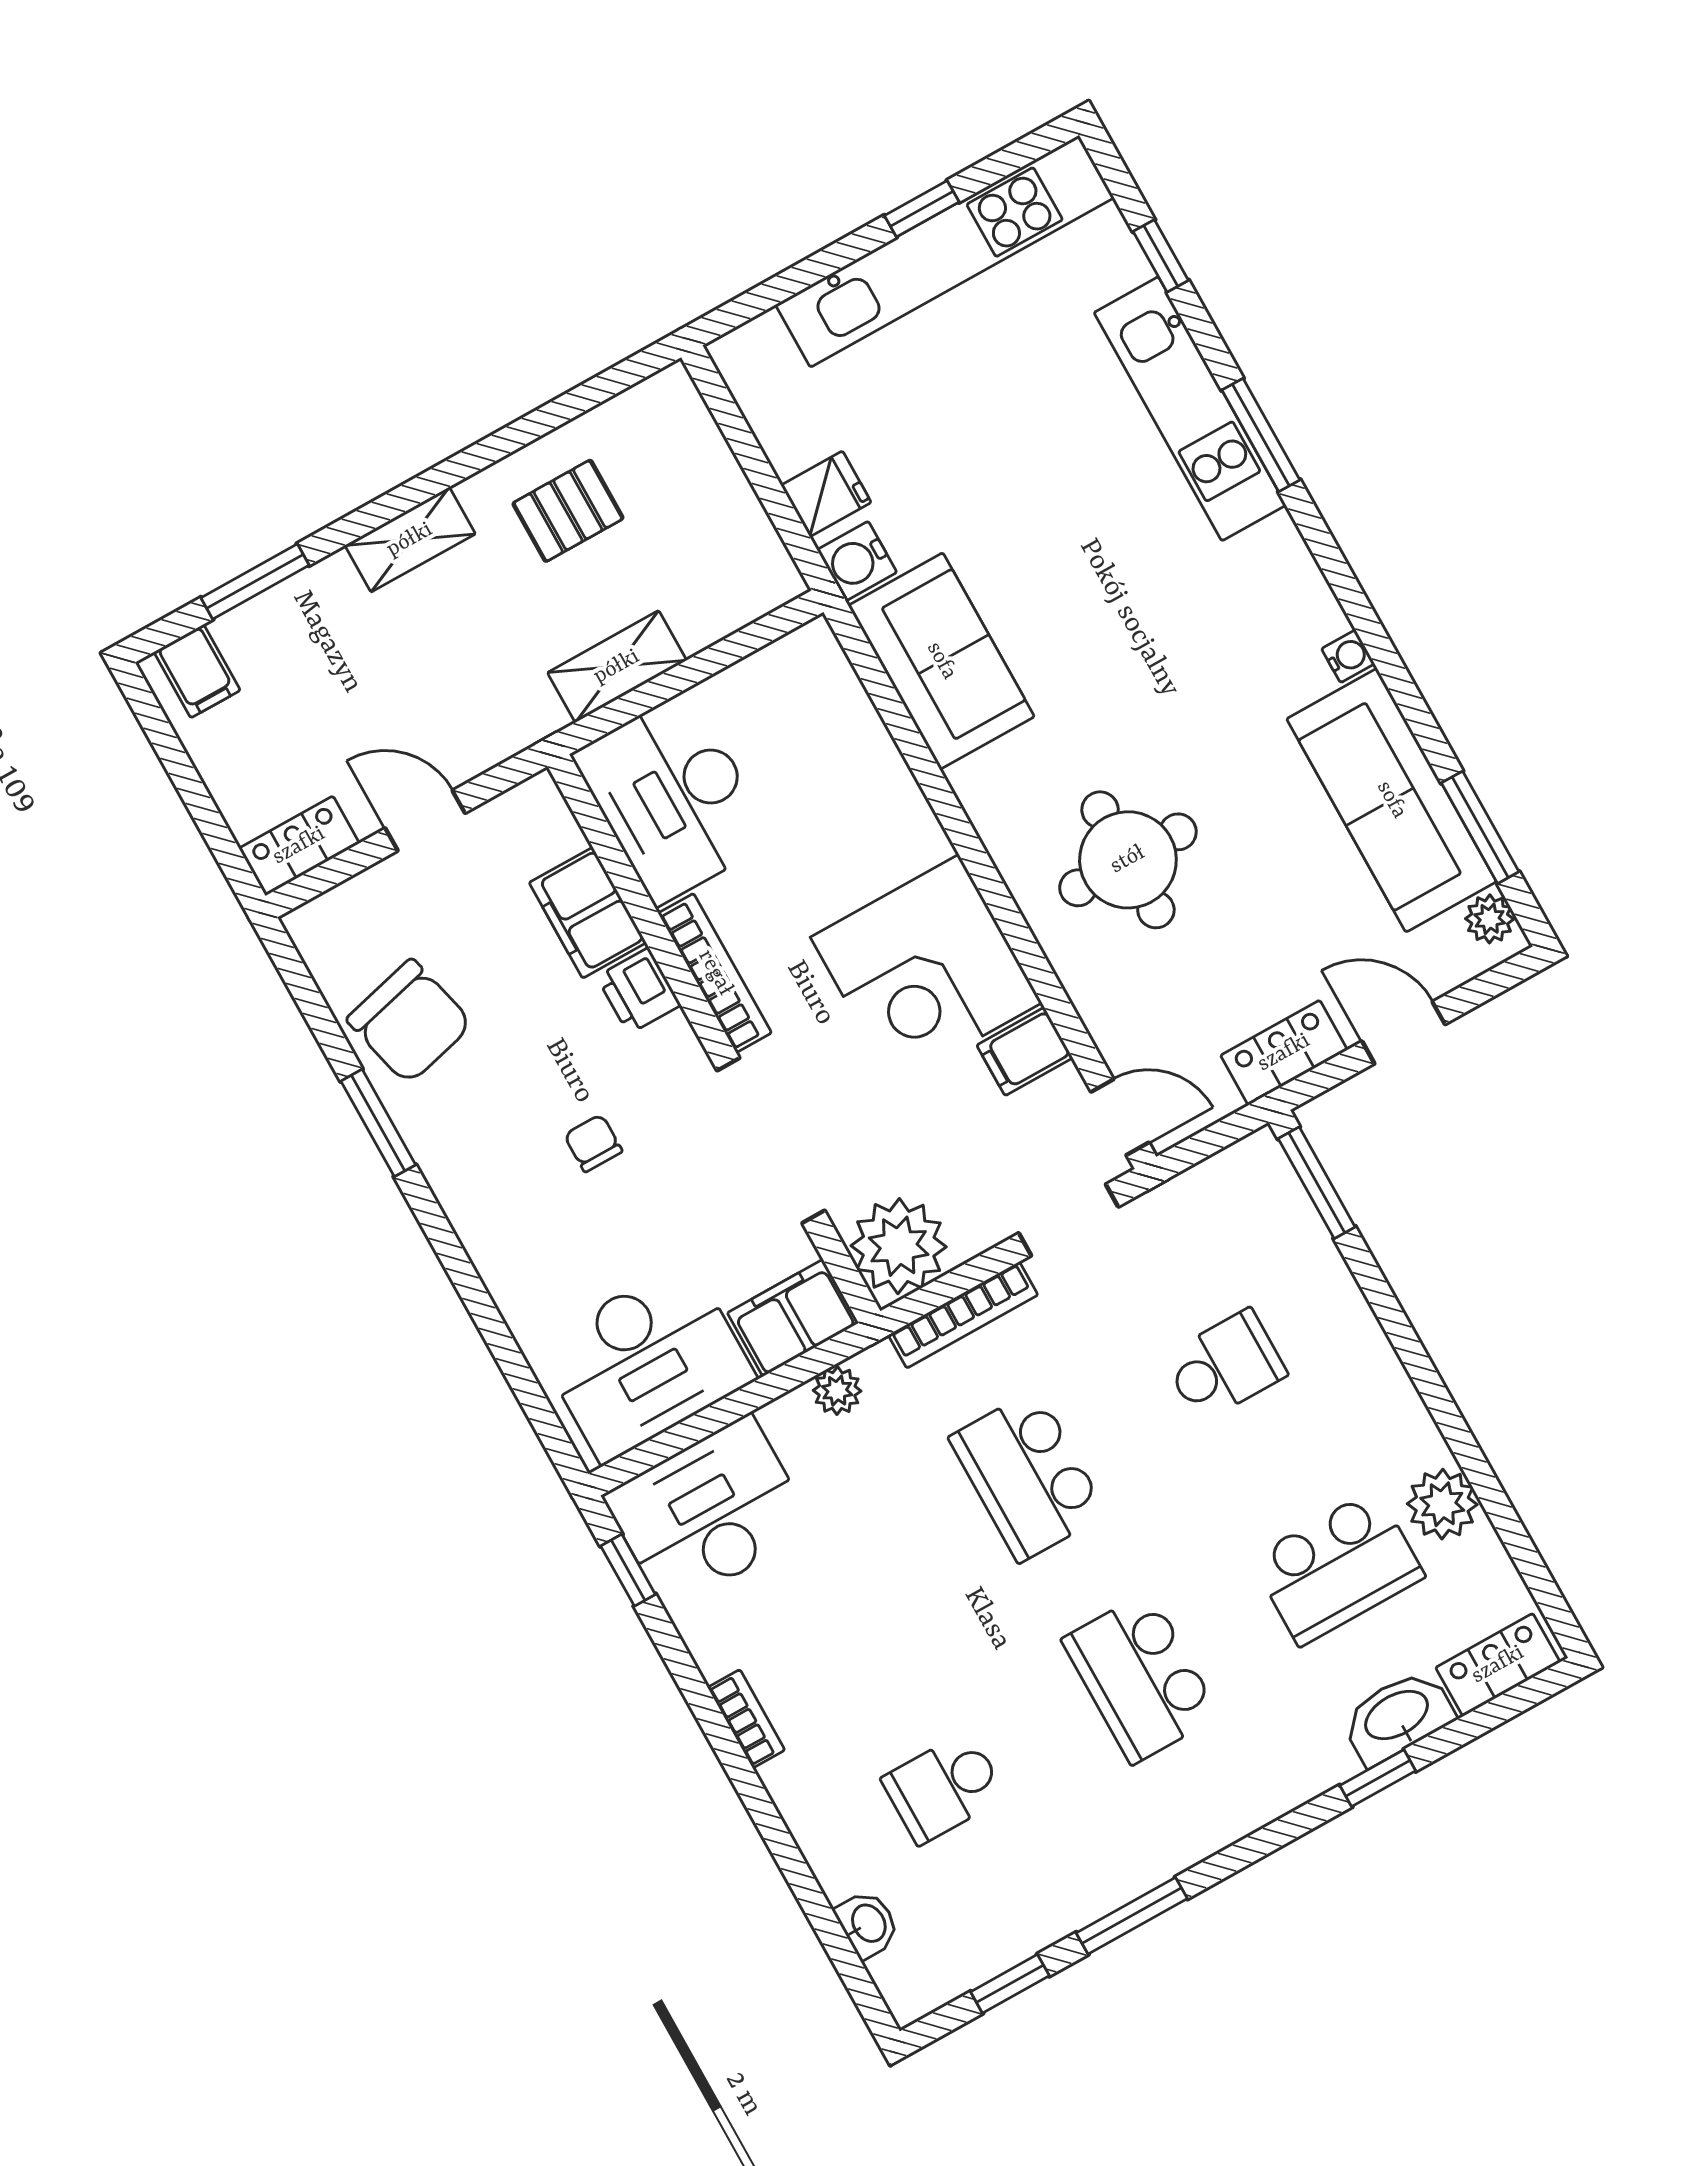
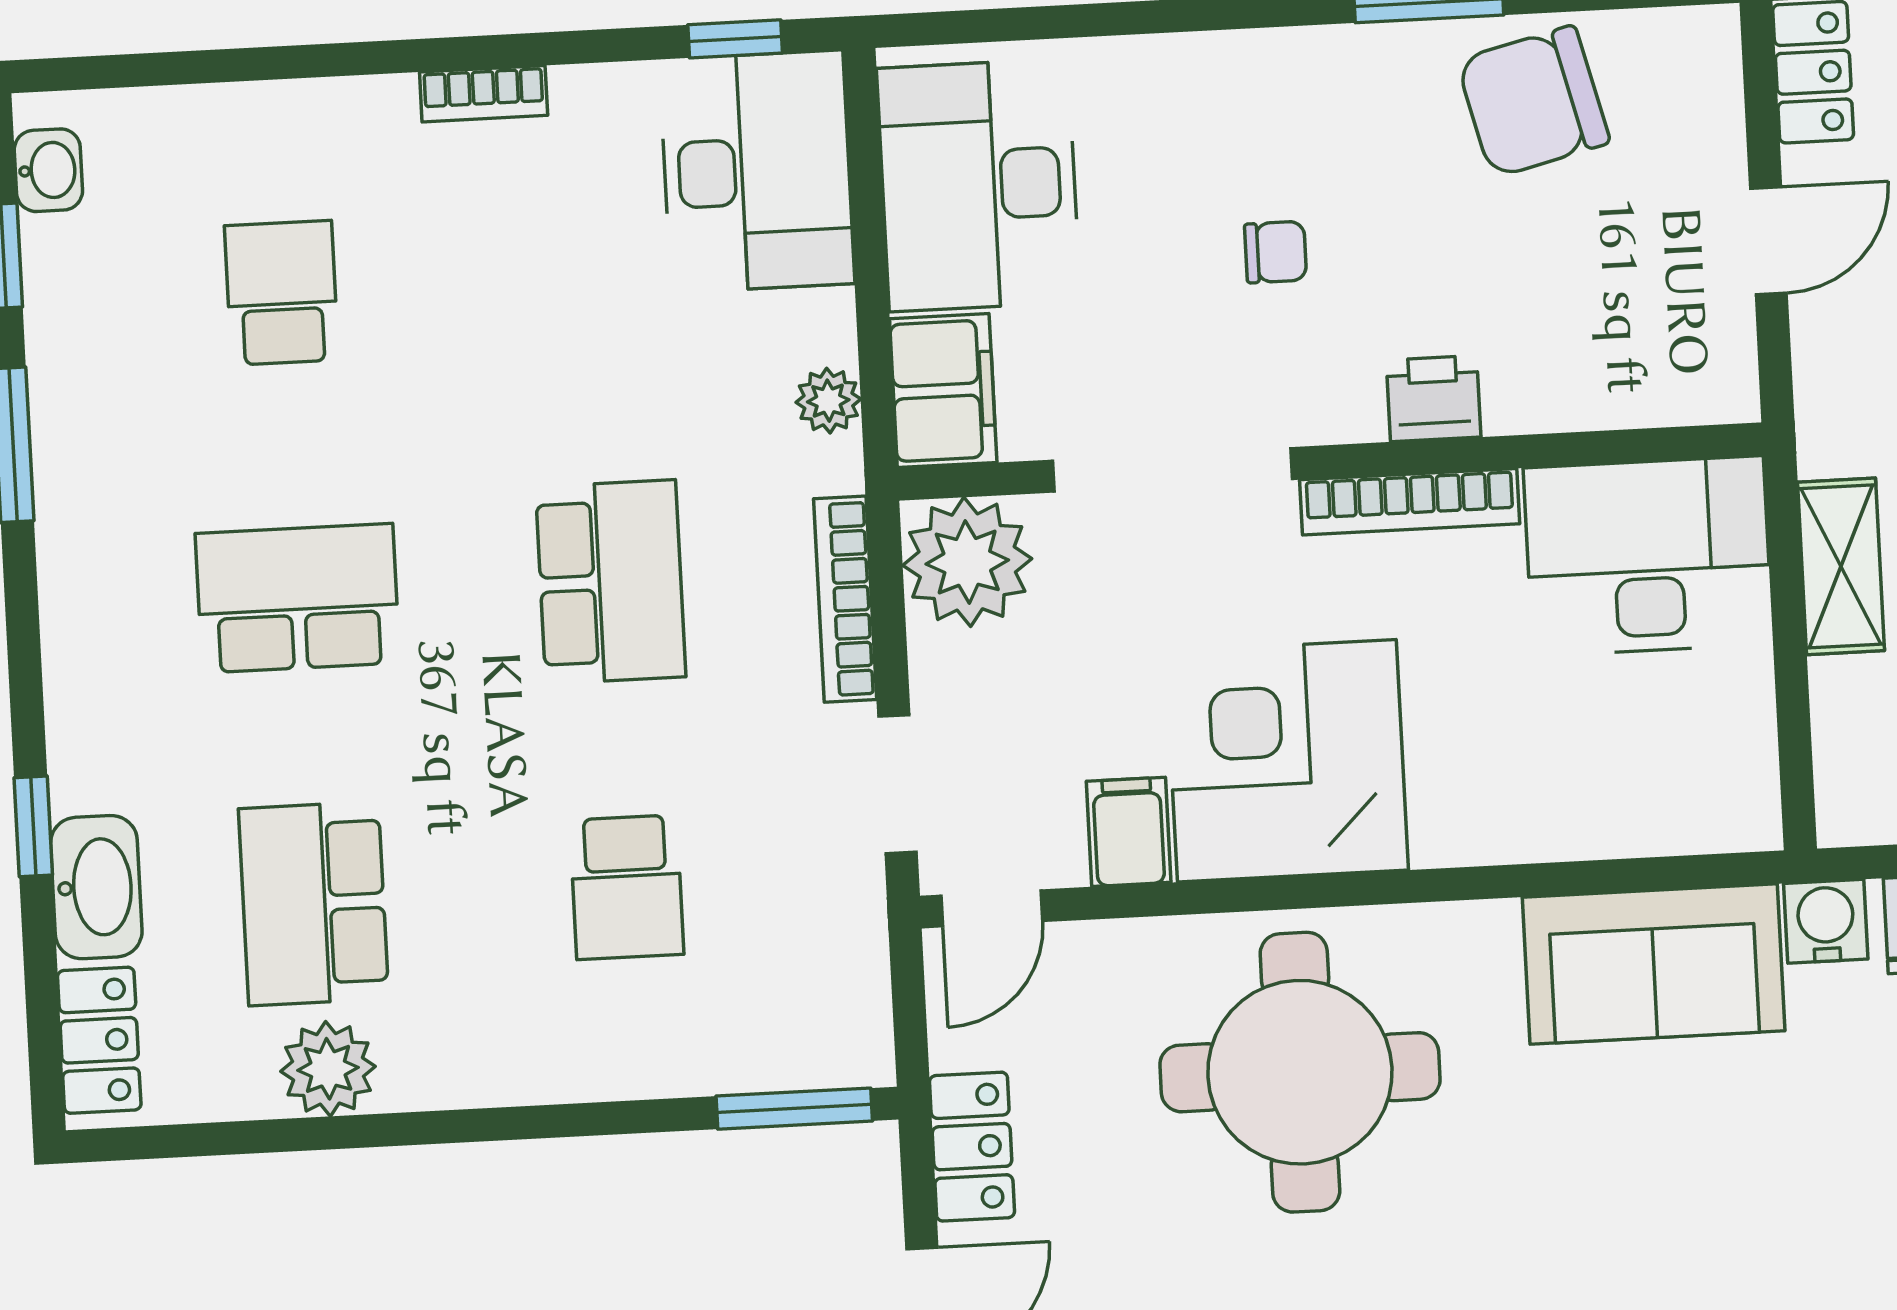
round table: (1128, 860) -> (1300, 1072), width x1.36, depth x1.36
filing cabinet: (588, 913) -> (1559, 383), removed
school desk: (1028, 1476) -> (611, 582), turned 90
washbasin: (868, 1924) -> (48, 170), moved, turned -90

